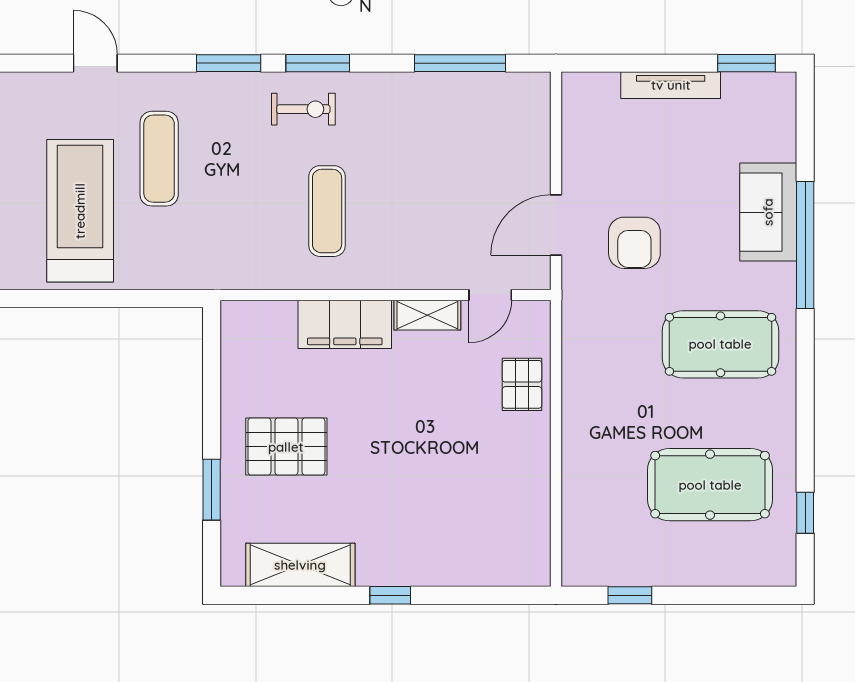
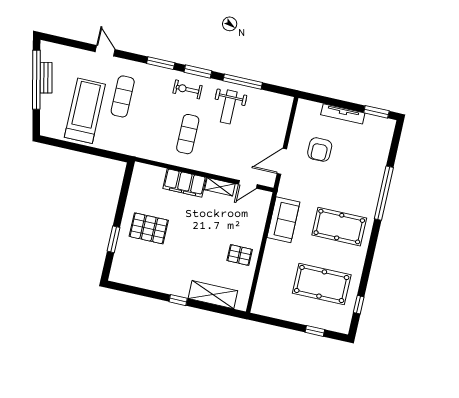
window: (460, 63) -> (243, 82), moved
exercise bike: (303, 109) -> (187, 89), turned 180
weight bench: (407, 128) -> (229, 107), added
sofa: (768, 212) -> (283, 220), moved, turned 180
armchair: (634, 243) -> (320, 150), moved
pallet: (522, 384) -> (240, 255), moved, turned 90
shelving: (300, 565) -> (213, 295), moved
window: (630, 595) -> (315, 331), moved

